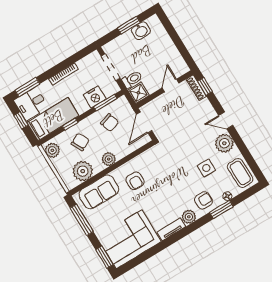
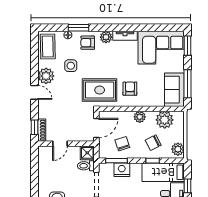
rug: (164, 161) -> (100, 90), added
sofa: (99, 192) -> (174, 90), moved, turned -90

